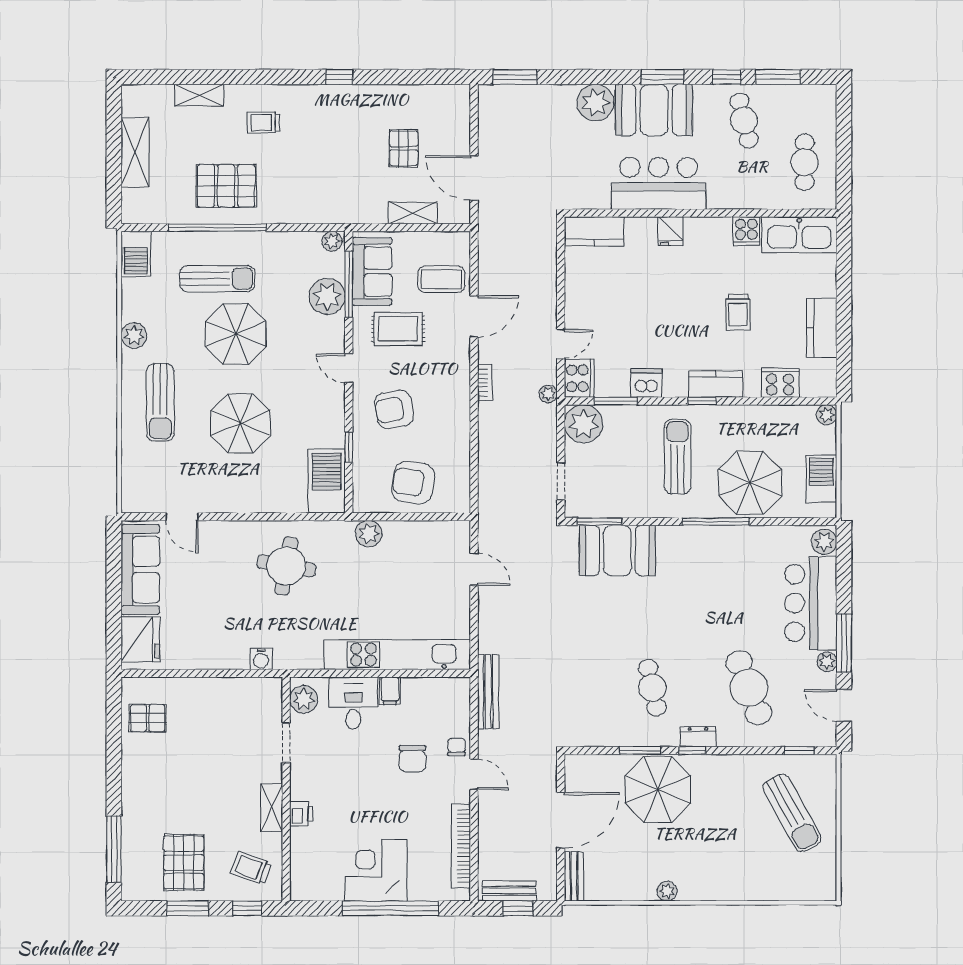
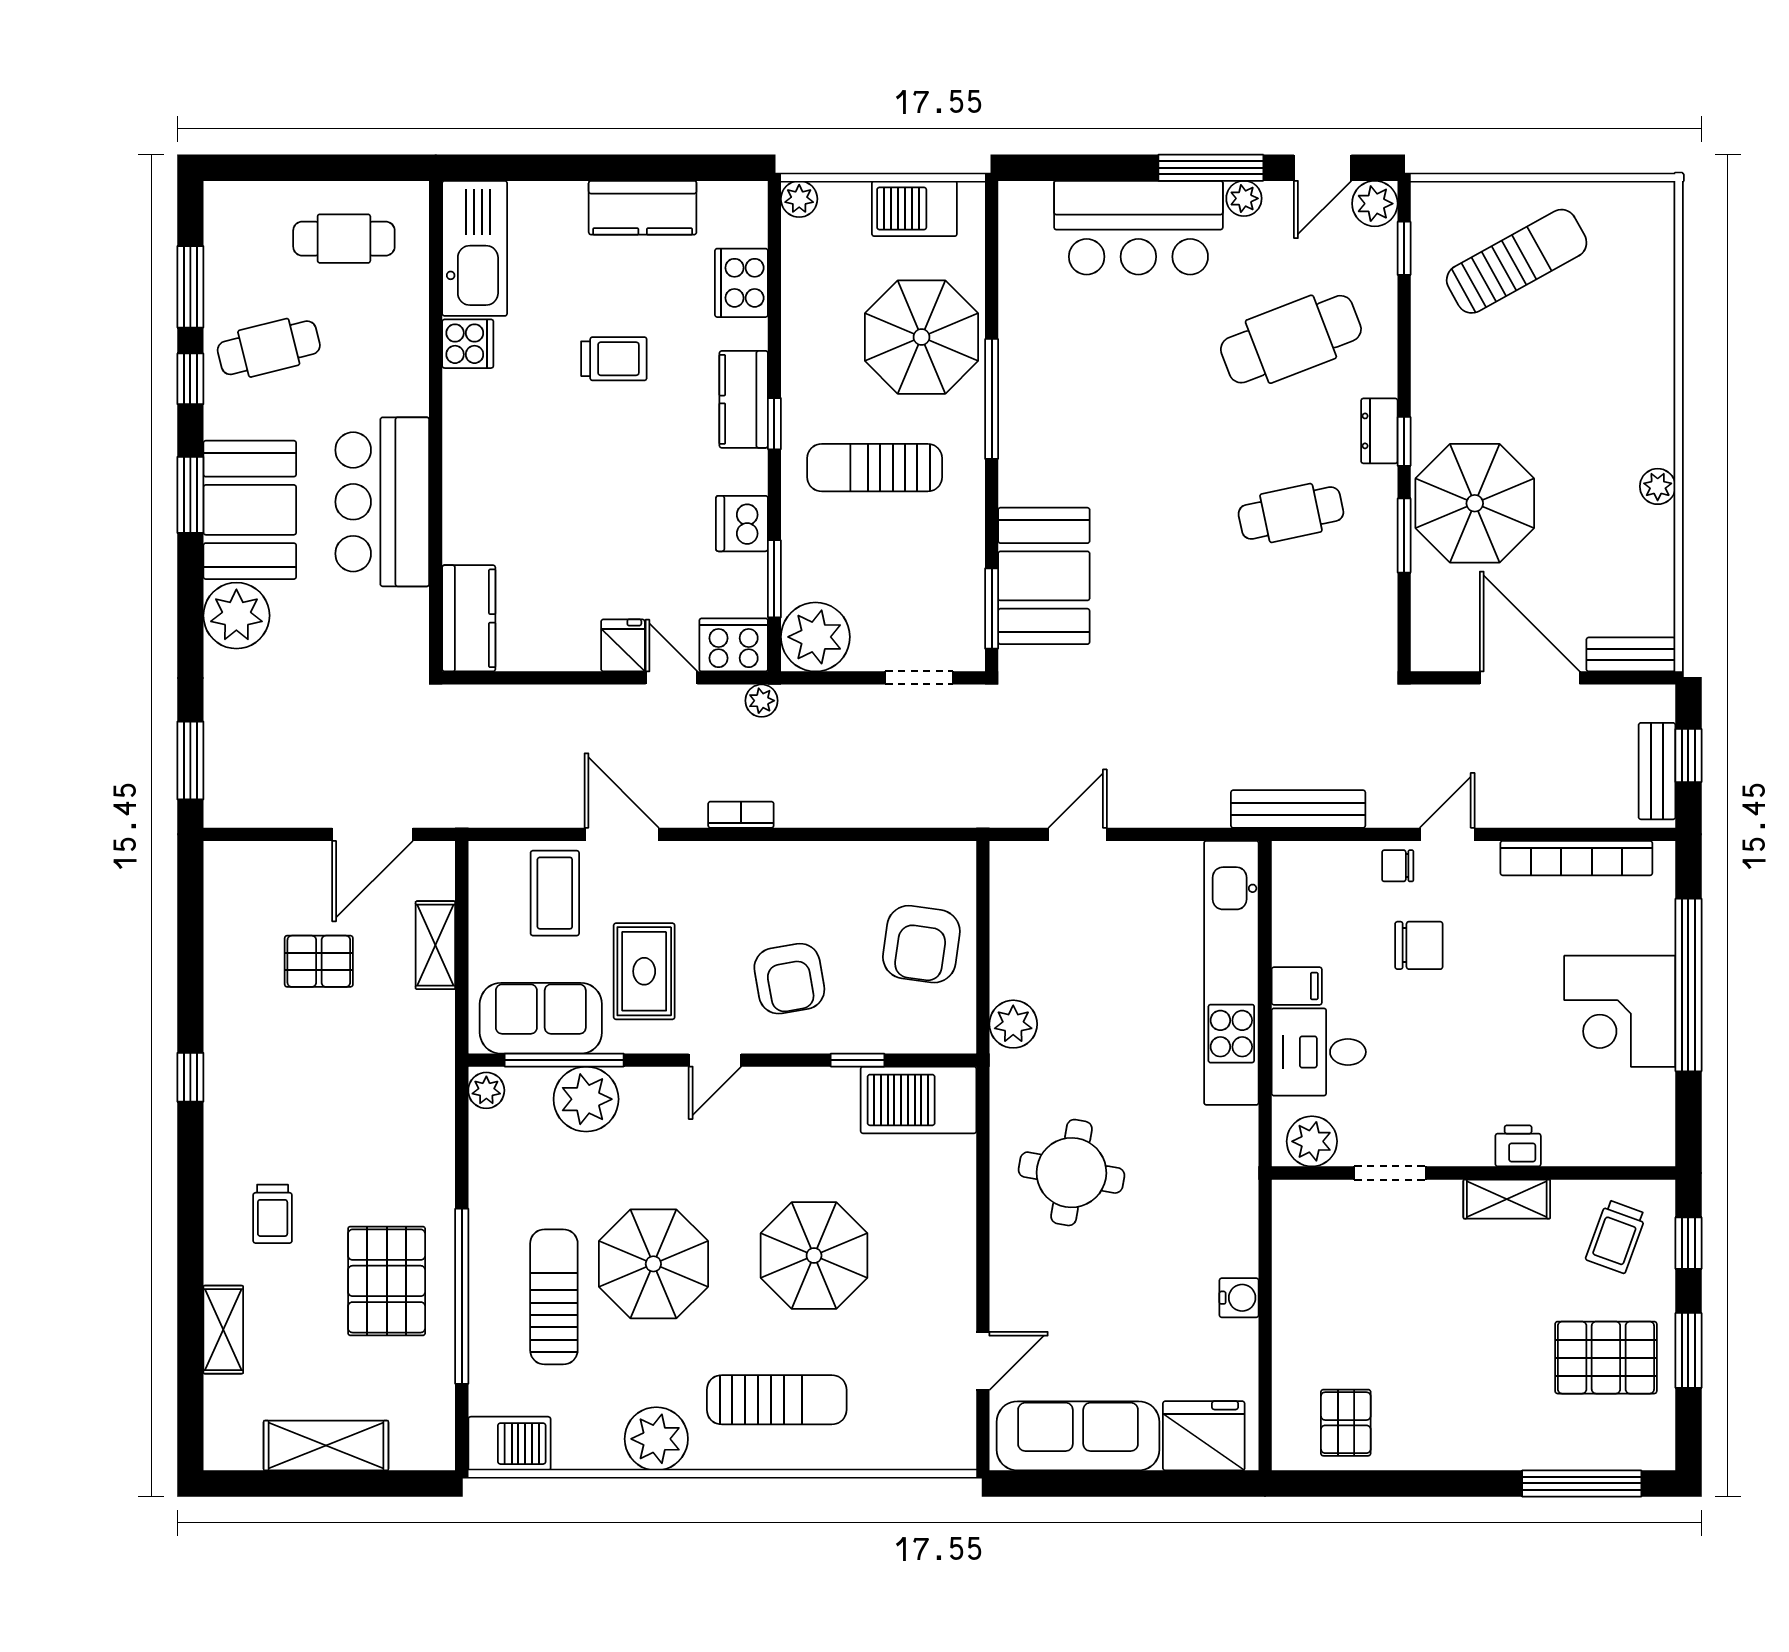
fridge: (671, 231) -> (623, 645), moved, turned -90
plant: (134, 335) -> (656, 1439), width x1.36, depth x1.36
plant: (824, 542) -> (1375, 204), moved
water cooler: (261, 659) -> (1239, 1298), moved

